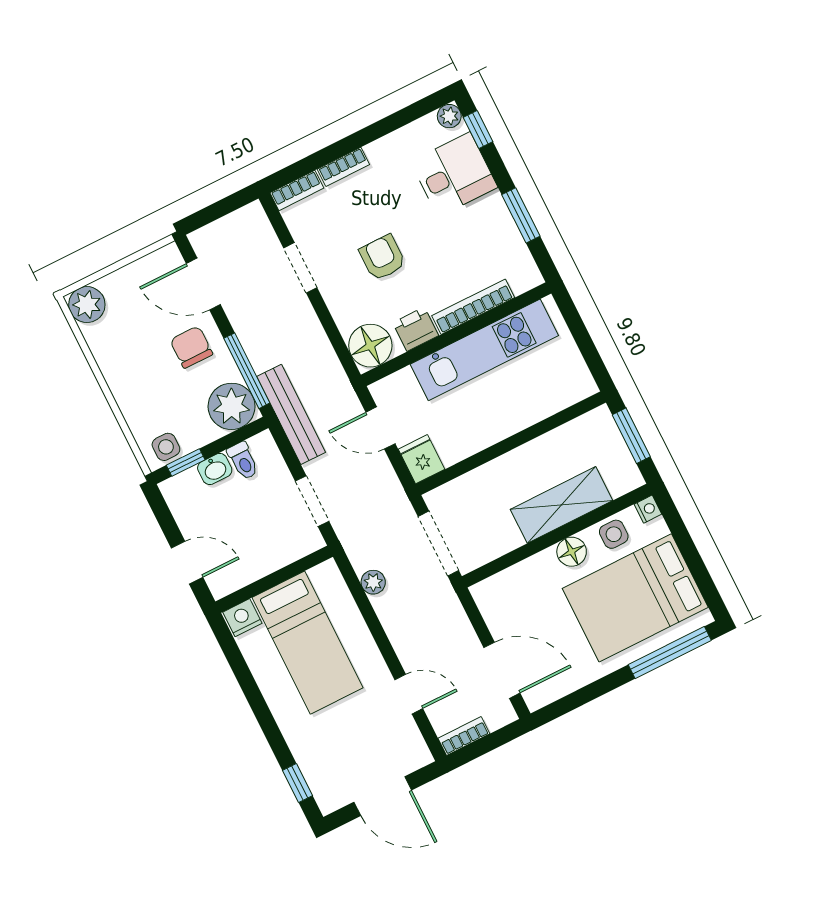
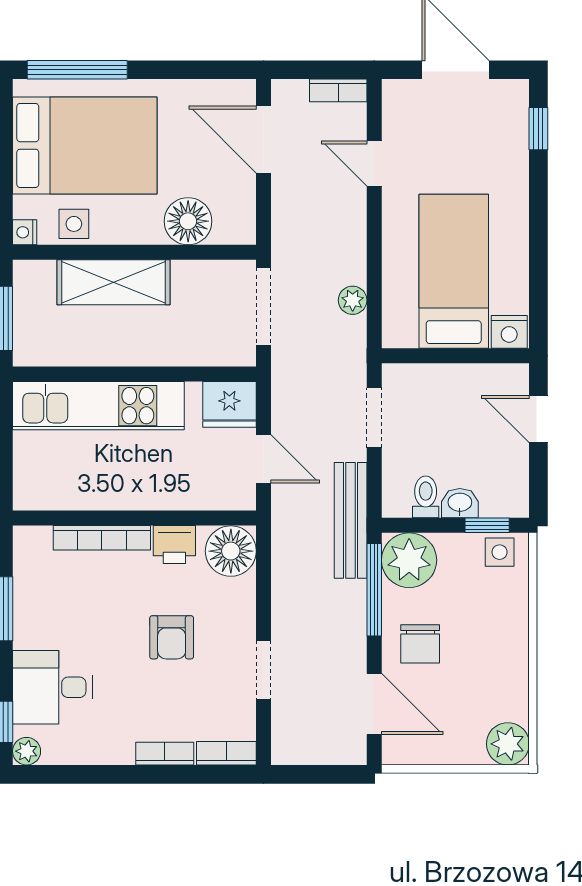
kitchen unit: (484, 350) -> (98, 406), moved, turned 180
fridge: (421, 459) -> (229, 404), width x1.38
floor lamp: (572, 552) -> (188, 221), moved, width x1.38, depth x1.38

